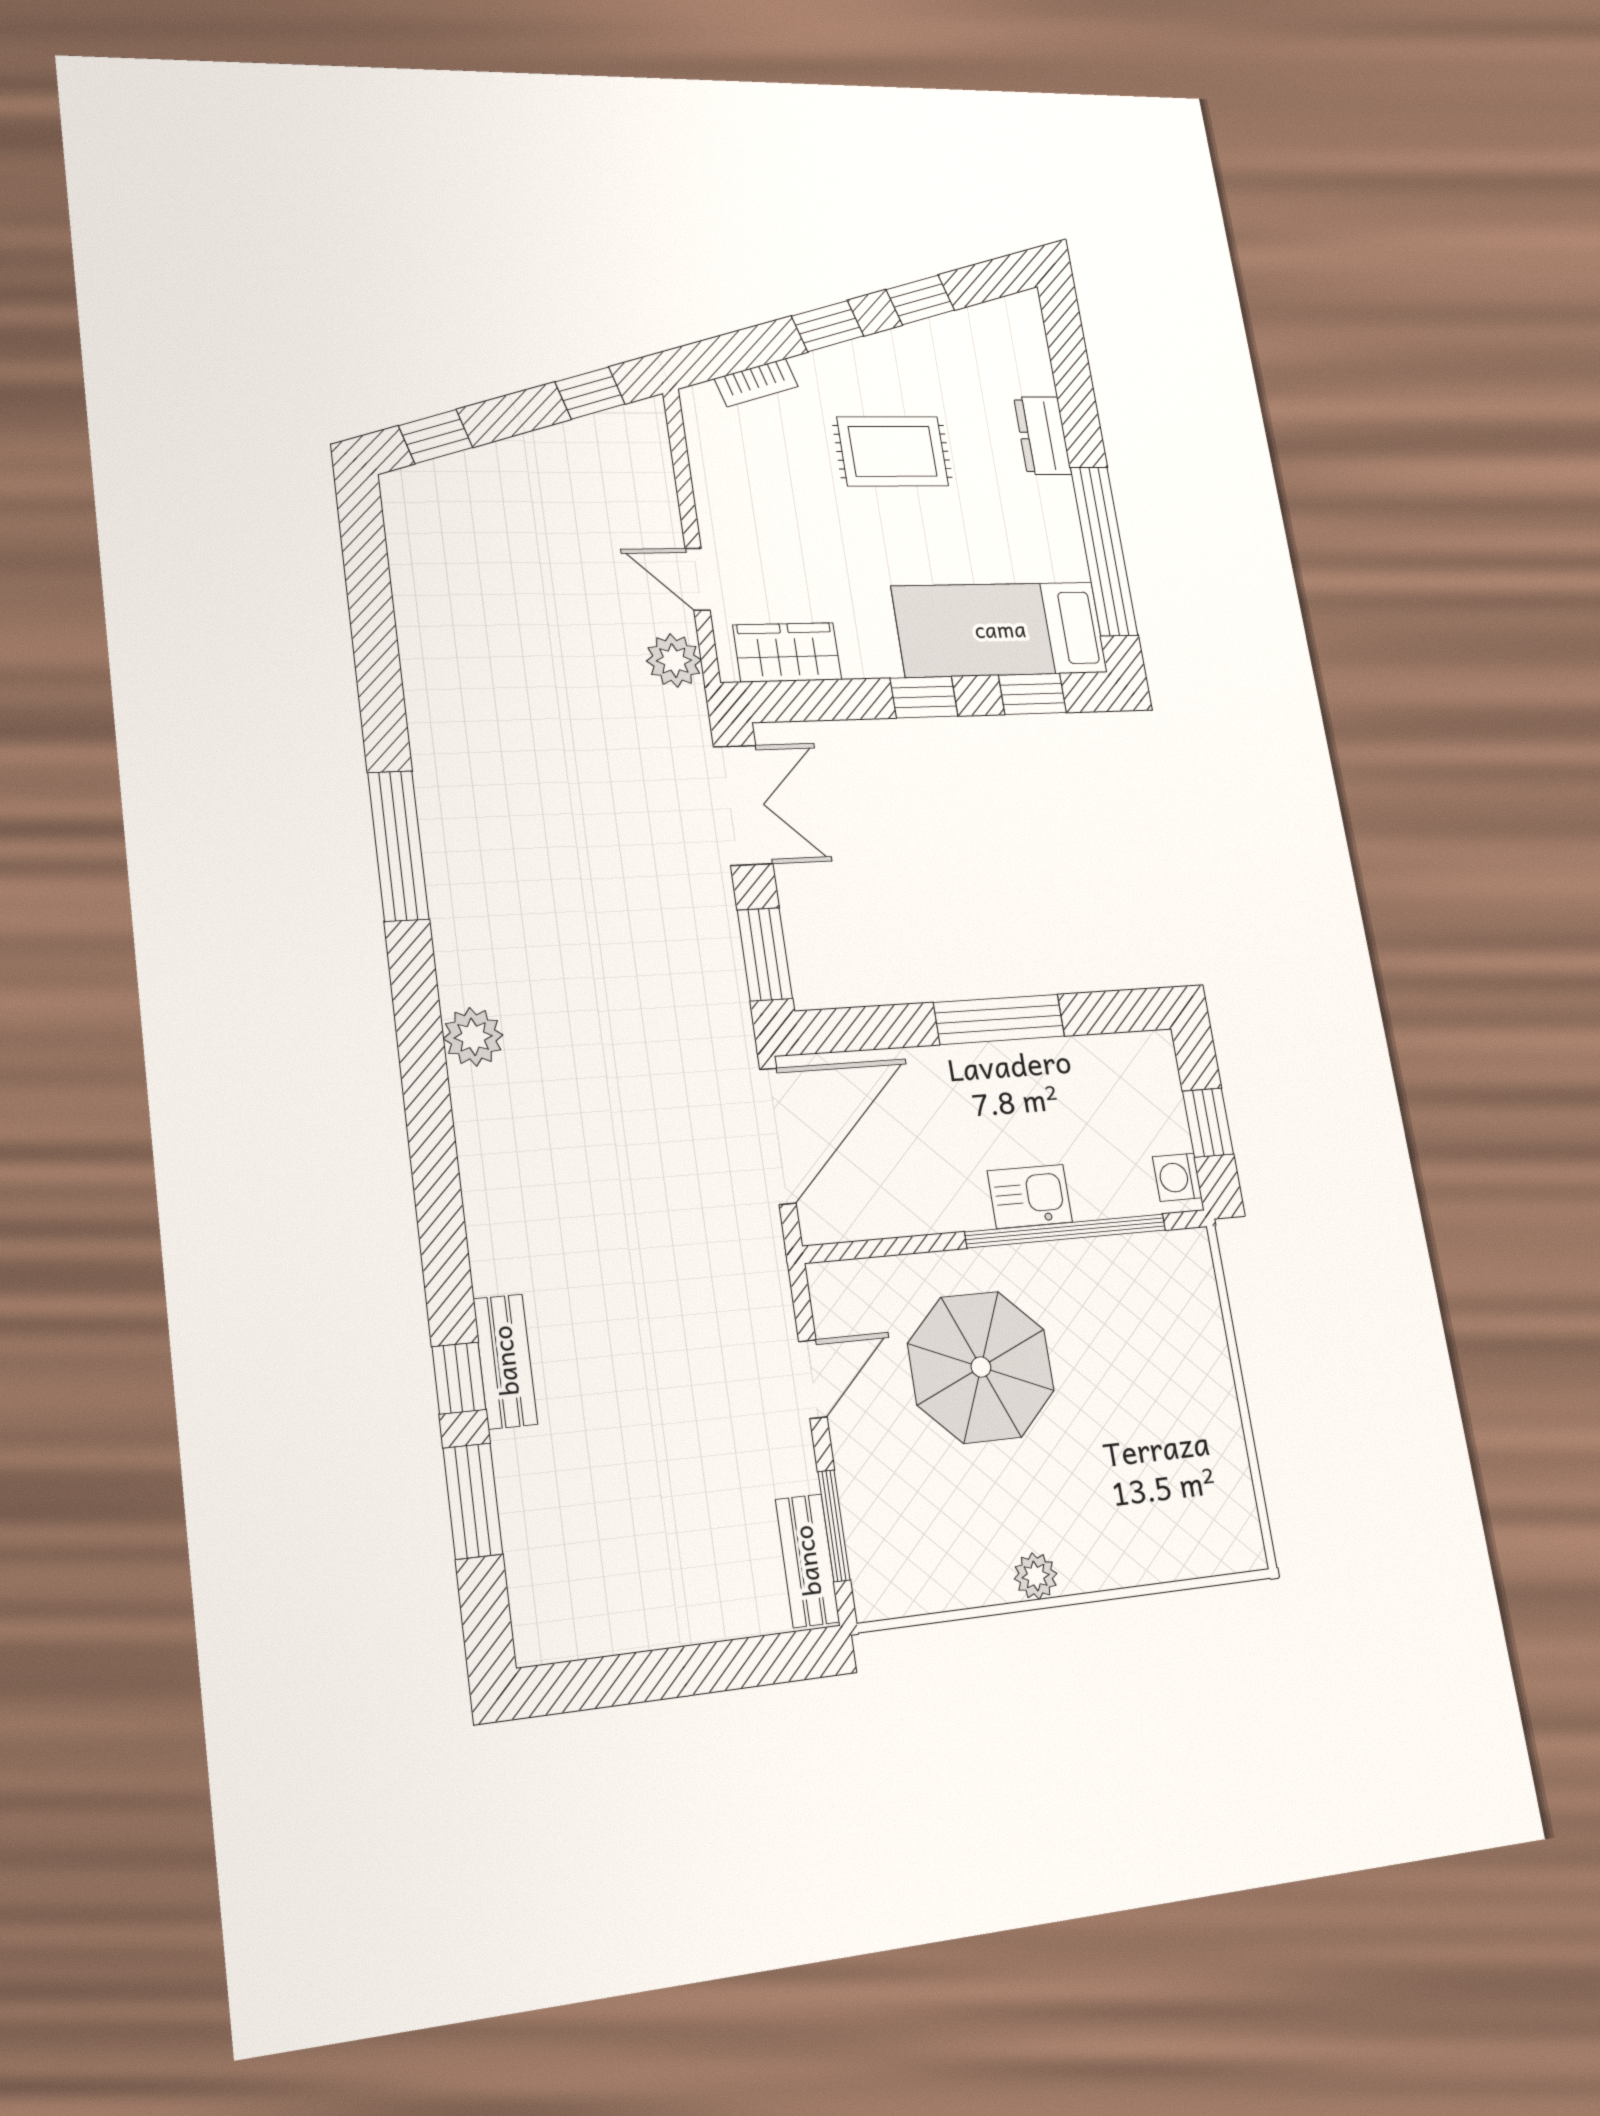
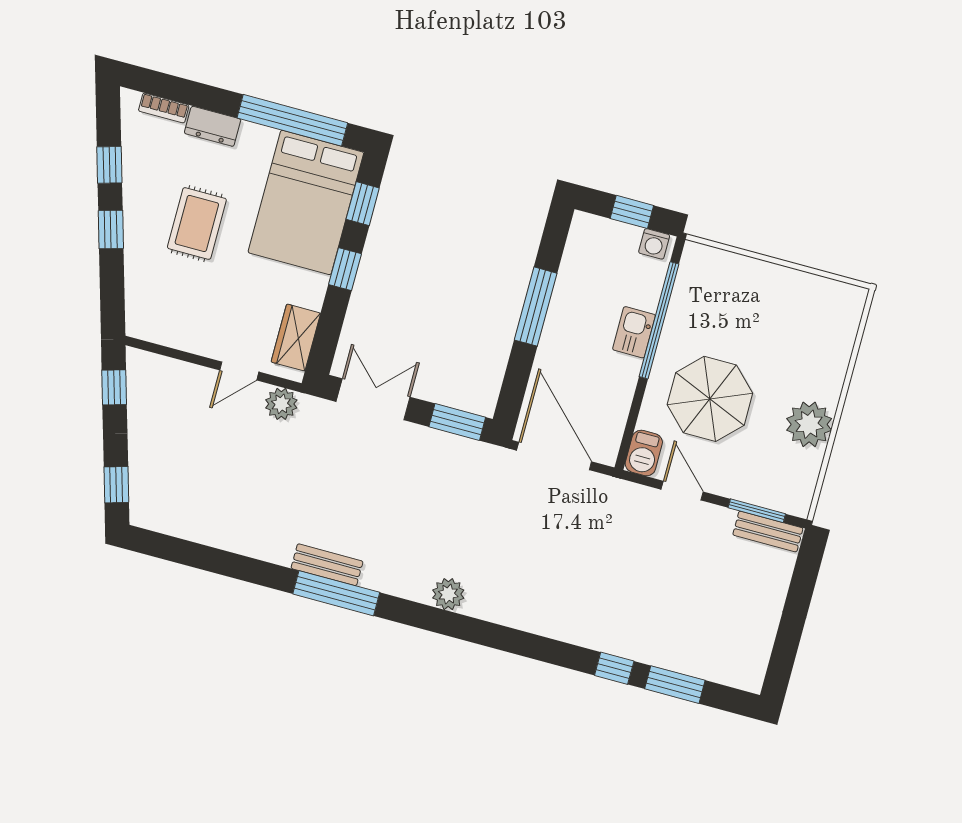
bookcase: (756, 383) -> (164, 108), moved, turned 106
bed: (1000, 629) -> (306, 202), width x1.50
barbecue: (847, 1288) -> (644, 453), added
bench: (505, 1361) -> (327, 565), moved
plant: (1036, 1576) -> (809, 424), width x1.88, depth x1.88

